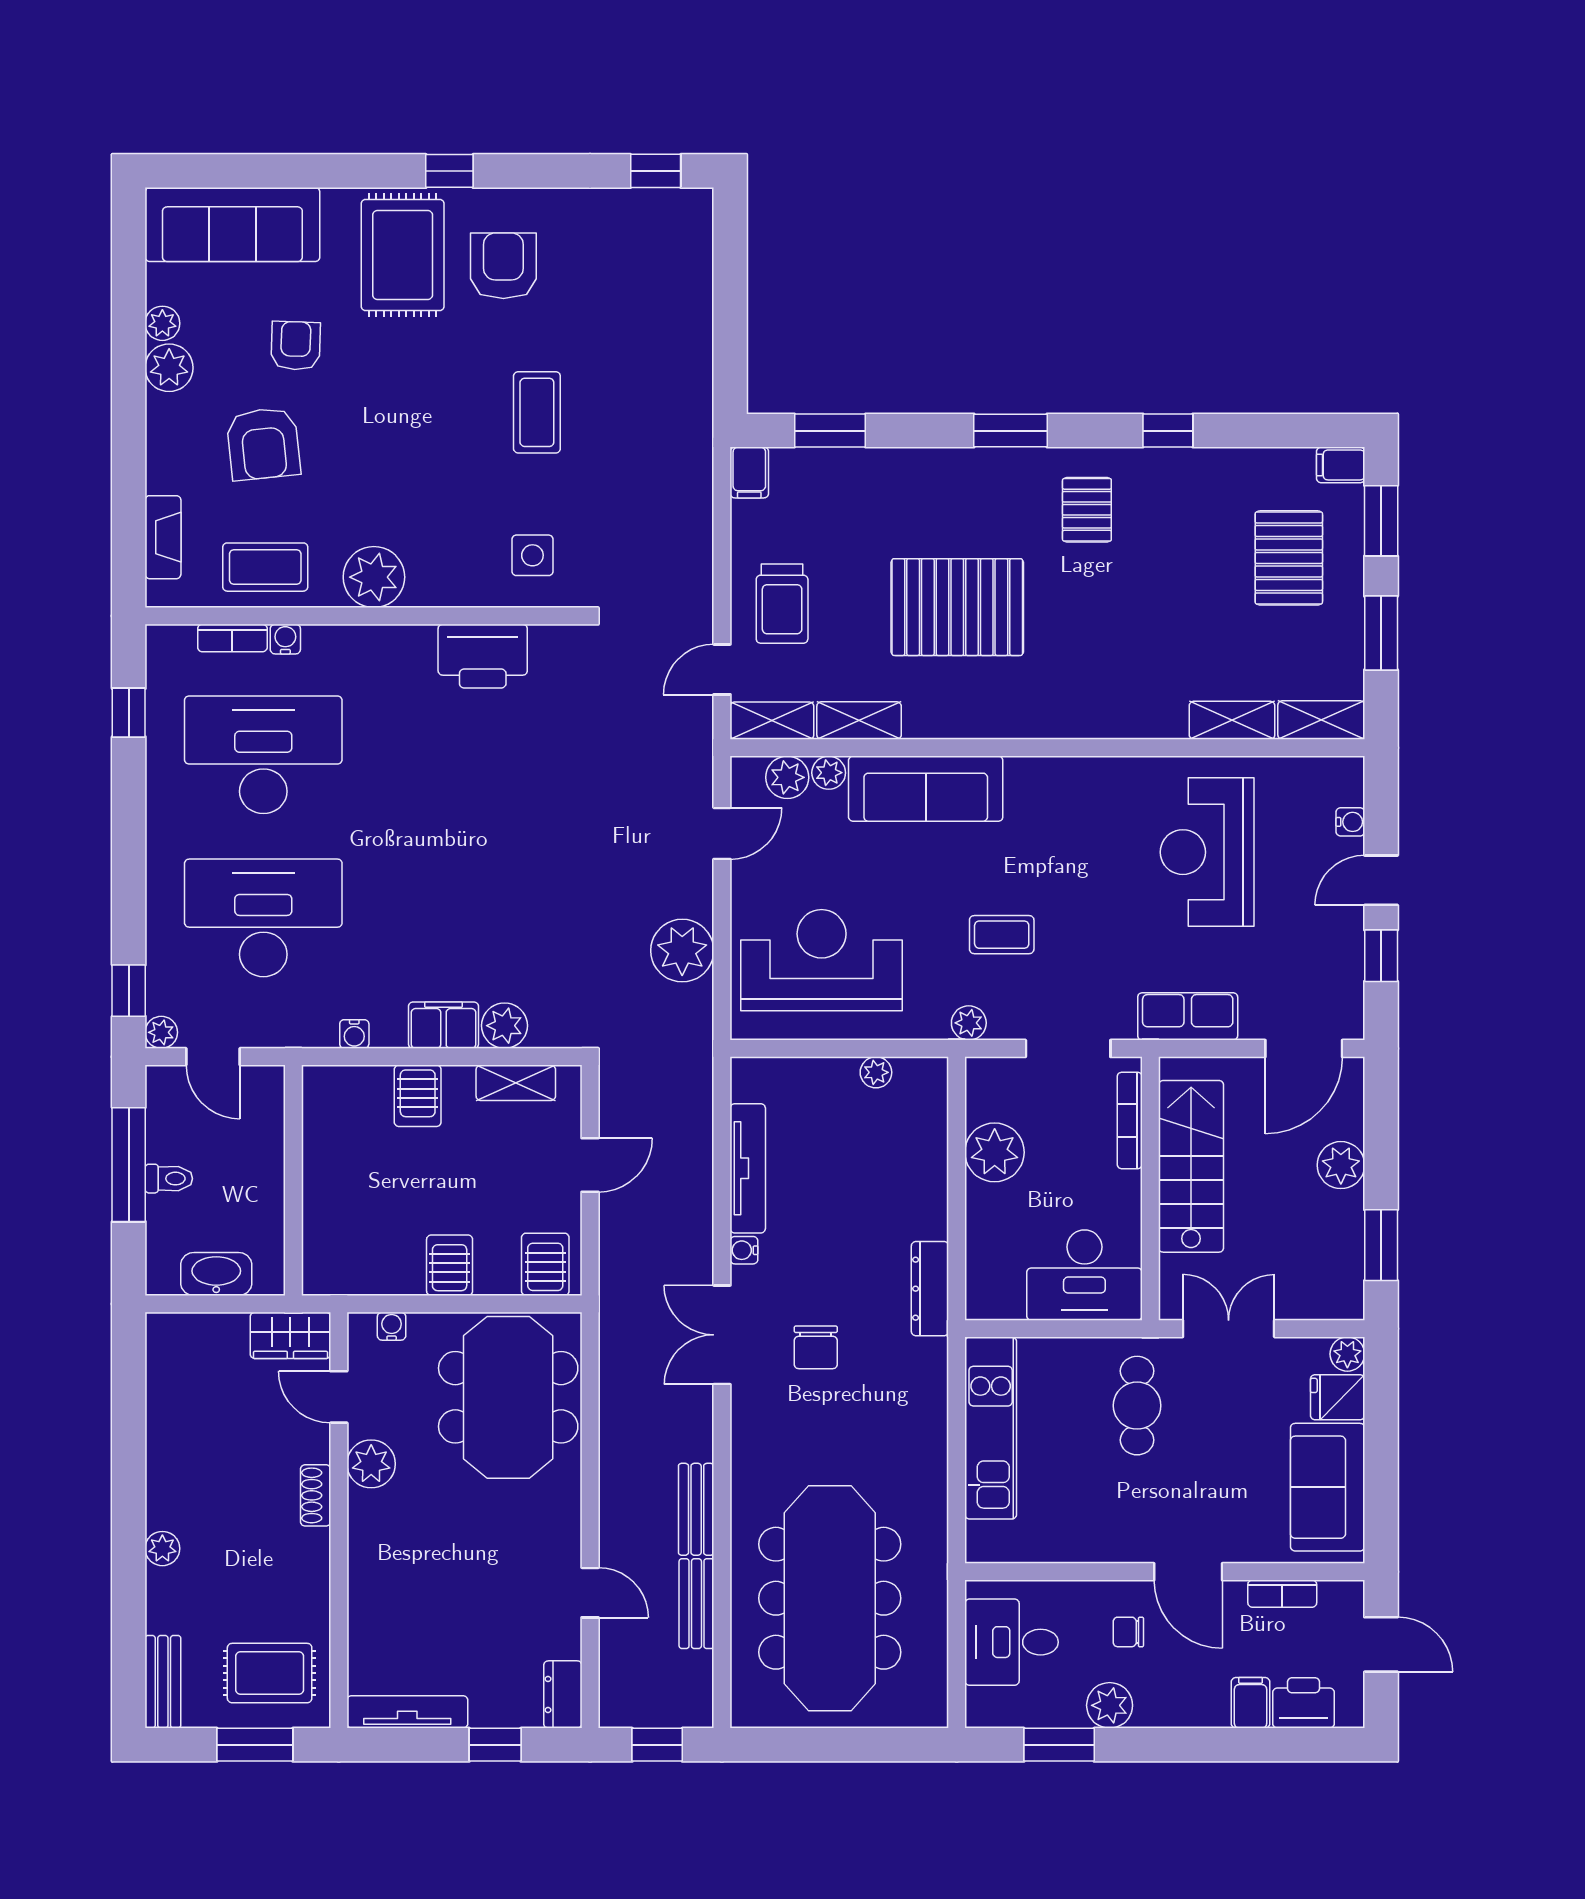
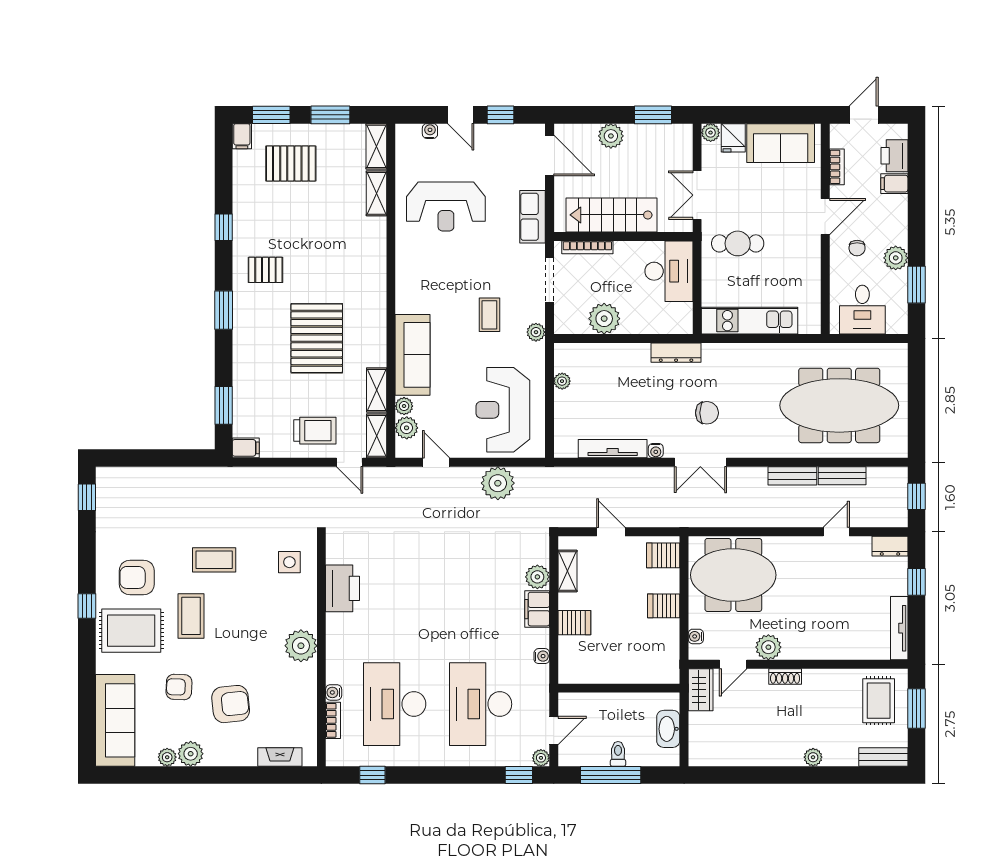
coffee table: (265, 567) -> (191, 616), moved

